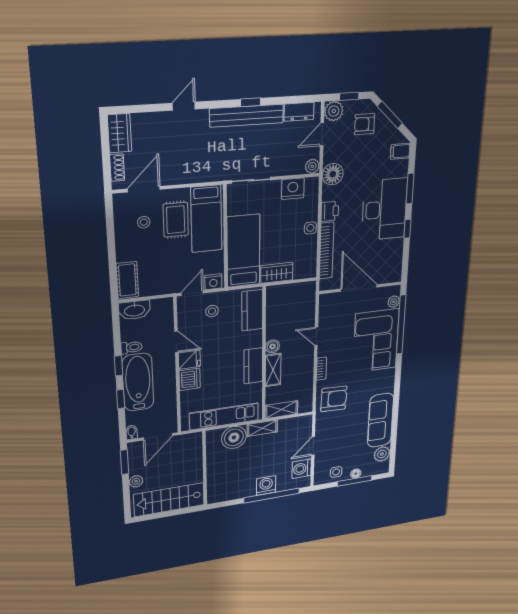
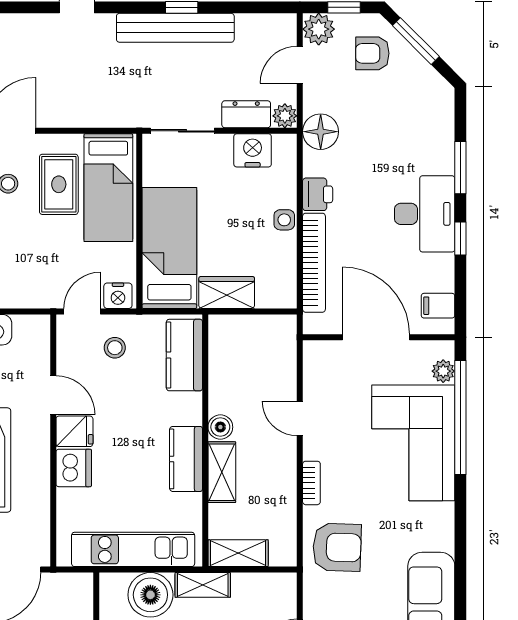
dresser: (299, 112) -> (246, 114), moved, turned 180
filing cabinet: (400, 151) -> (438, 306), moved
desk: (384, 209) -> (425, 214), width x0.73, depth x0.77

